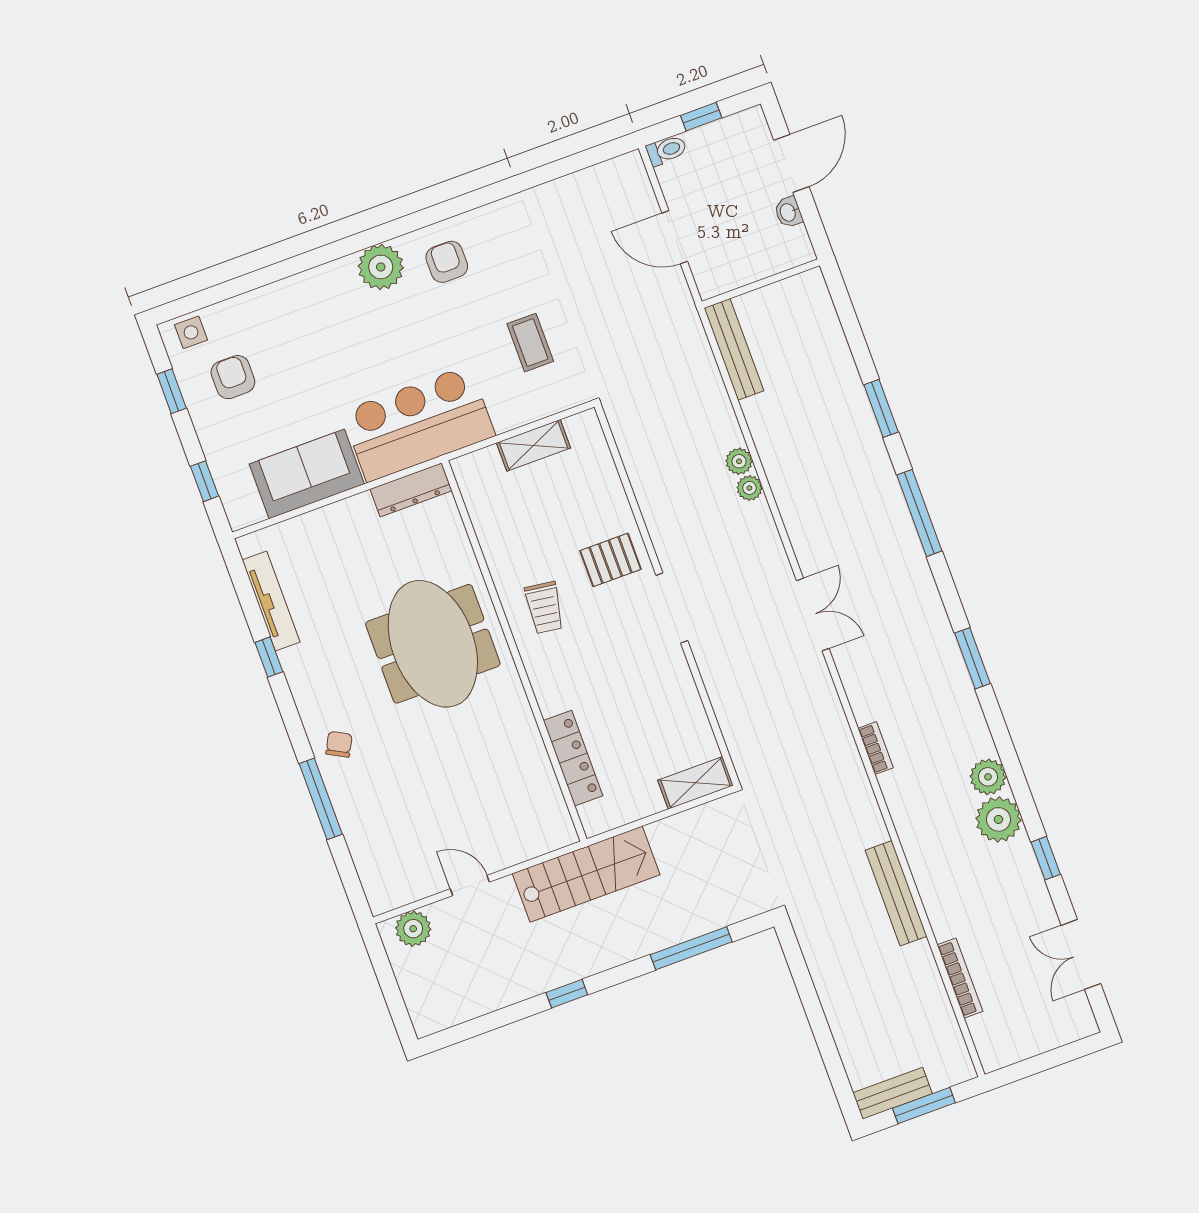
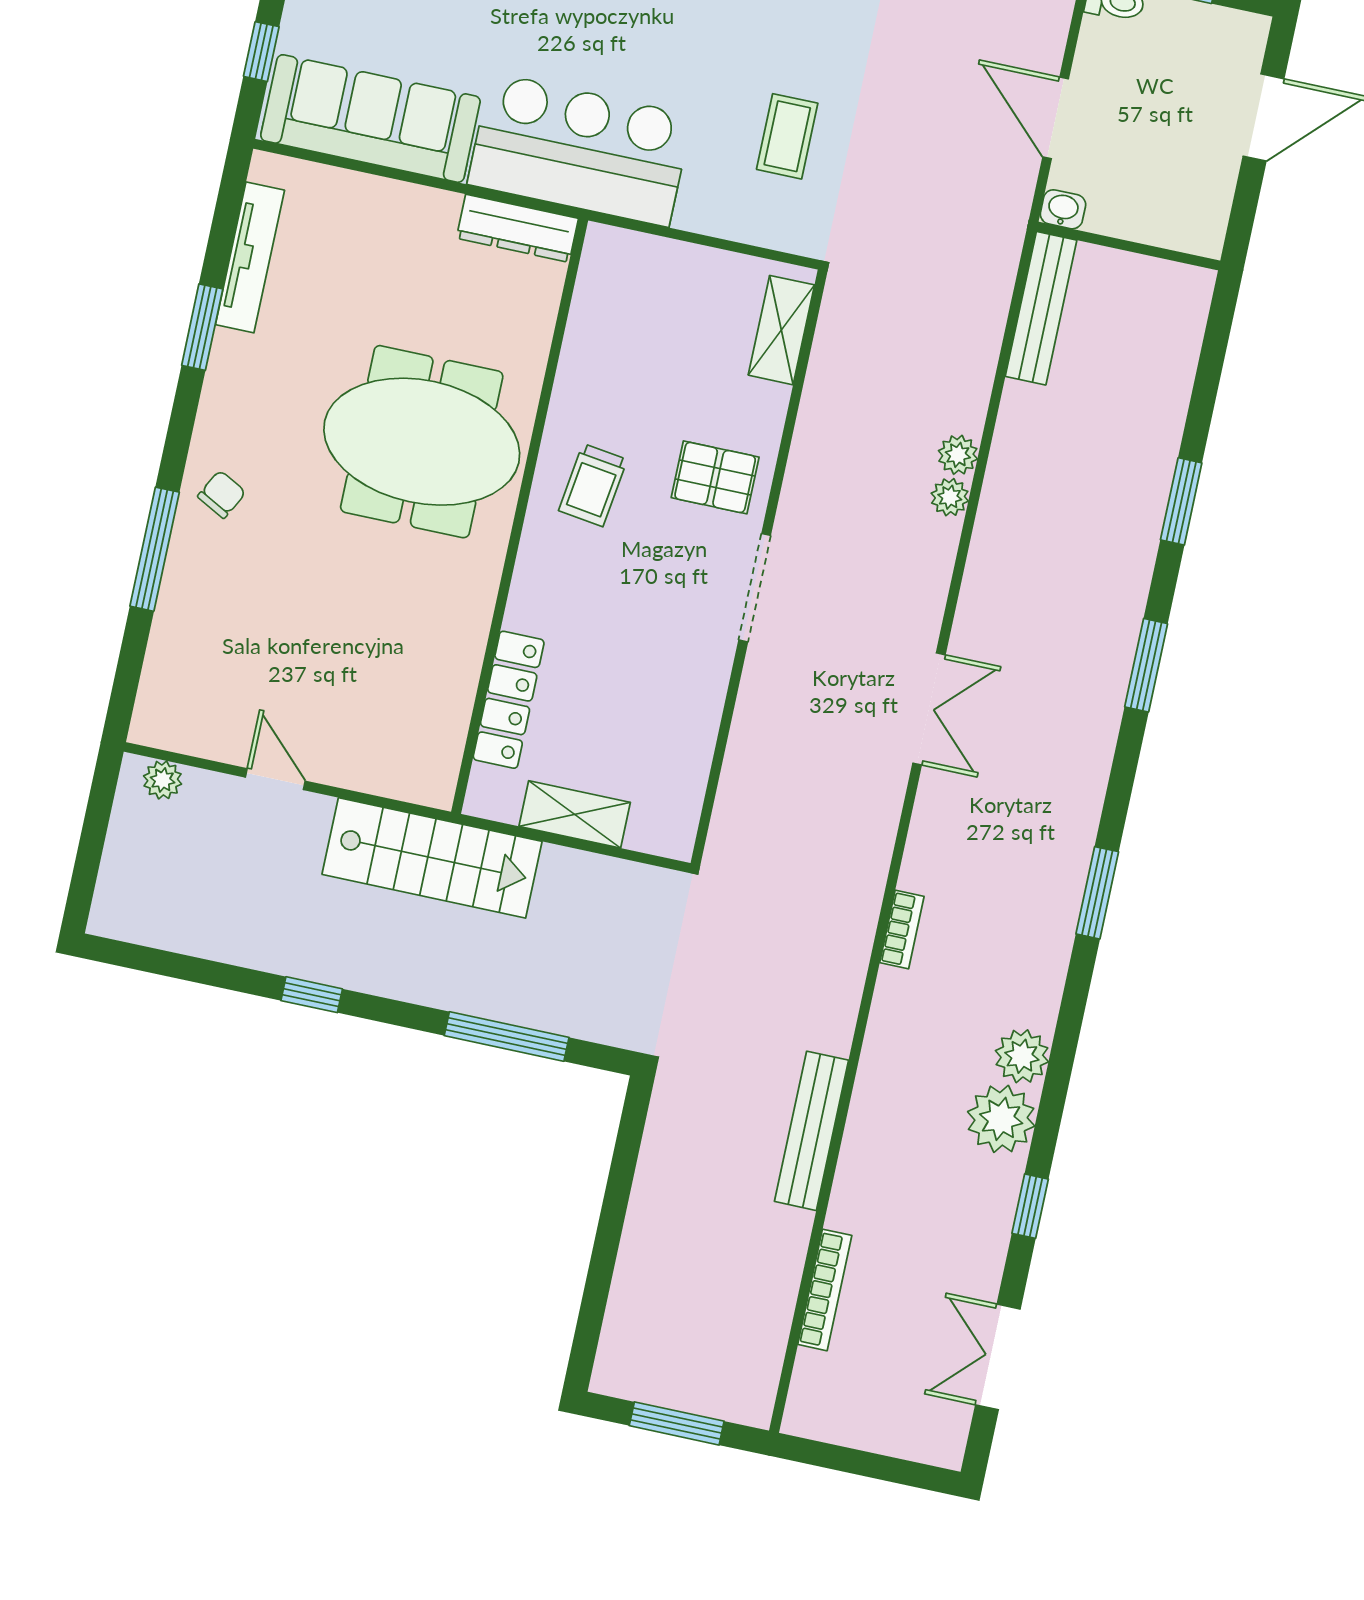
washbasin: (788, 212) -> (1063, 209), moved, turned 90
shelving: (534, 445) -> (781, 330), moved, turned 90
sofa: (307, 474) -> (370, 119), width x1.36
window: (919, 513) -> (1146, 665), width x0.69
meeting table: (433, 644) -> (422, 442), turned 90
window: (269, 657) -> (202, 327), width x1.50
shelving: (695, 783) -> (575, 814), moved
plant: (413, 929) -> (163, 780), width x0.73, depth x0.73
bench: (892, 1093) -> (647, 1383), removed

